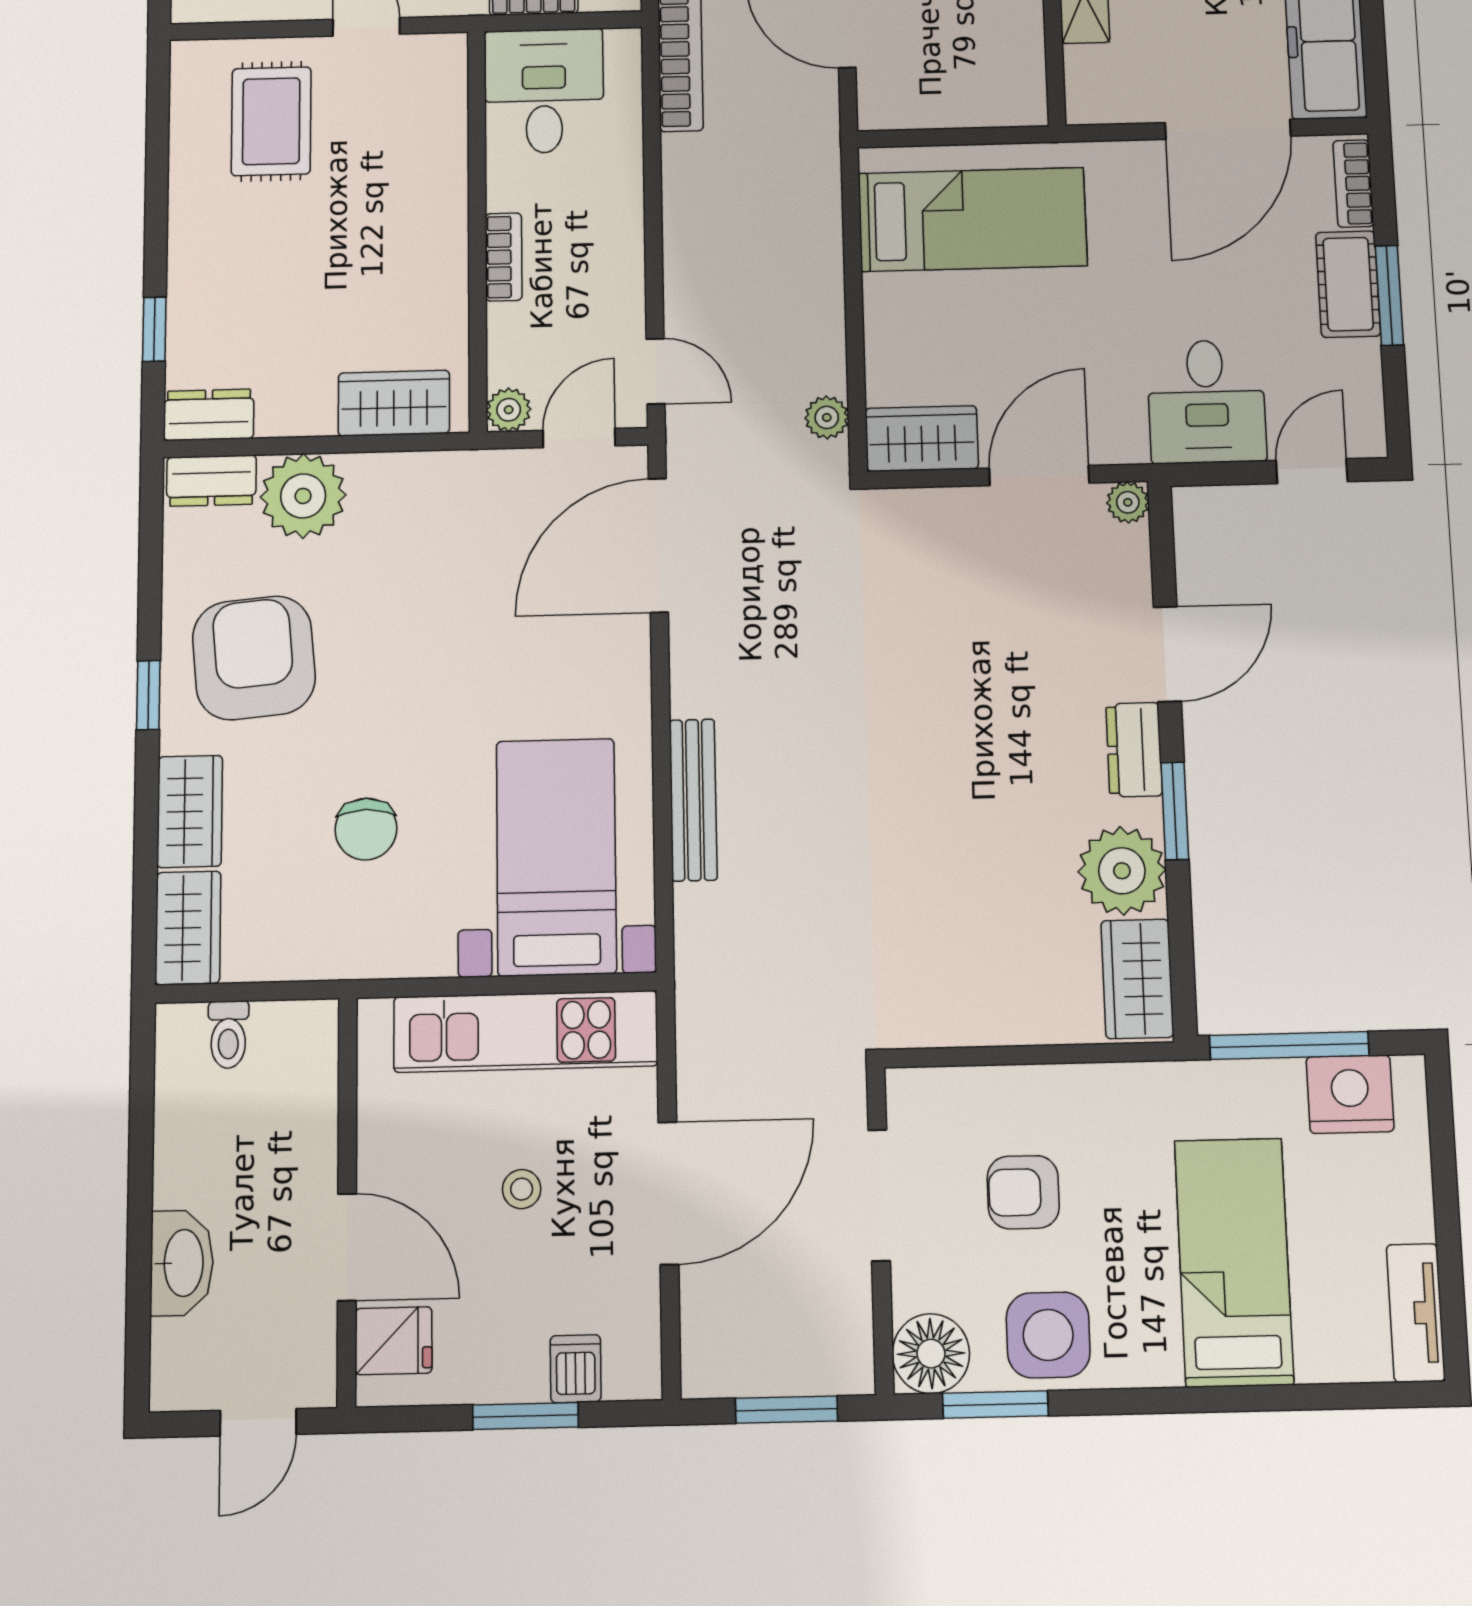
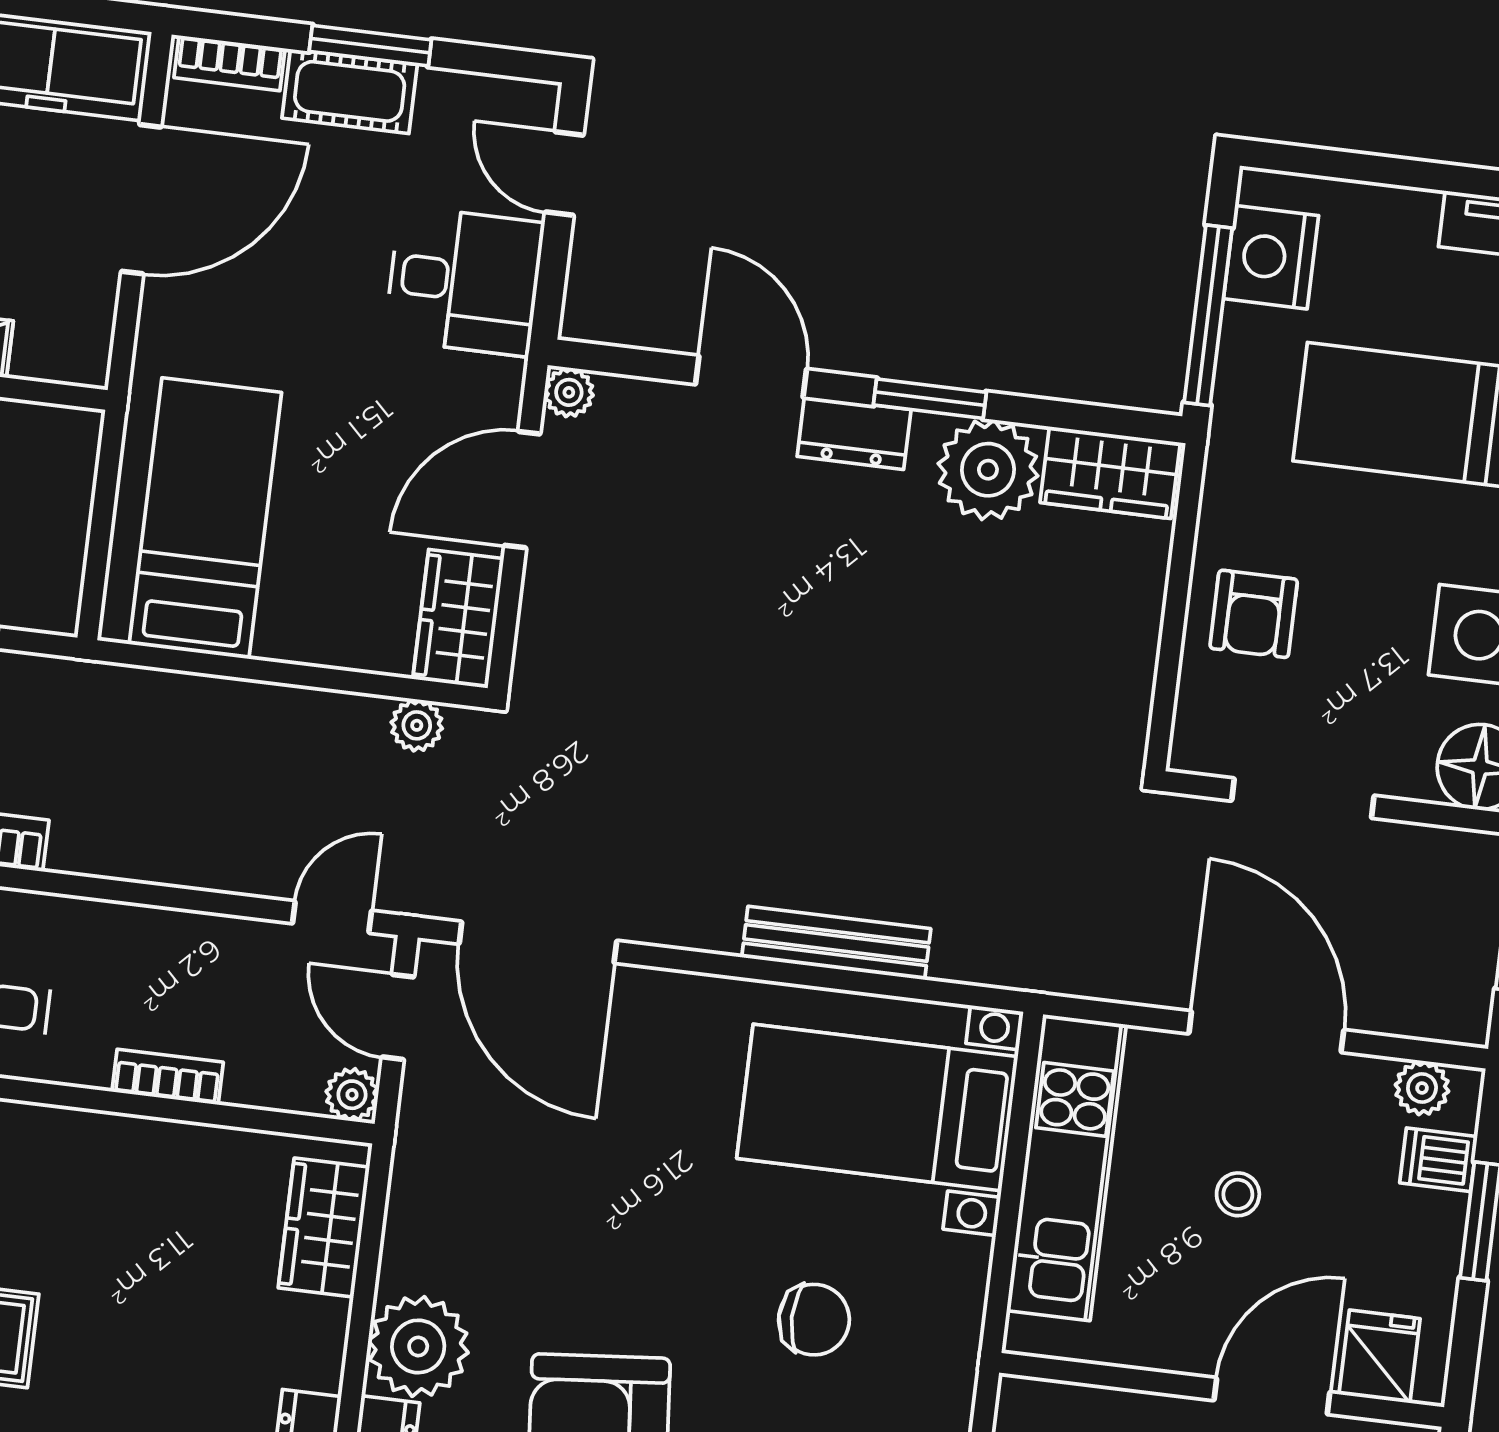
door: (1228, 129) -> (141, 199), hinge flipped
door: (1039, 476) -> (522, 490), hinge flipped
armchair: (1023, 1192) -> (1254, 614), moved
plant: (638, 1344) -> (1422, 1088), added

